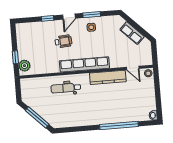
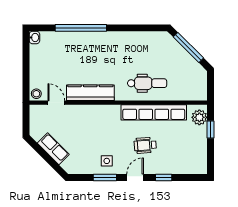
row of seats: (84, 64) -> (154, 112), moved

